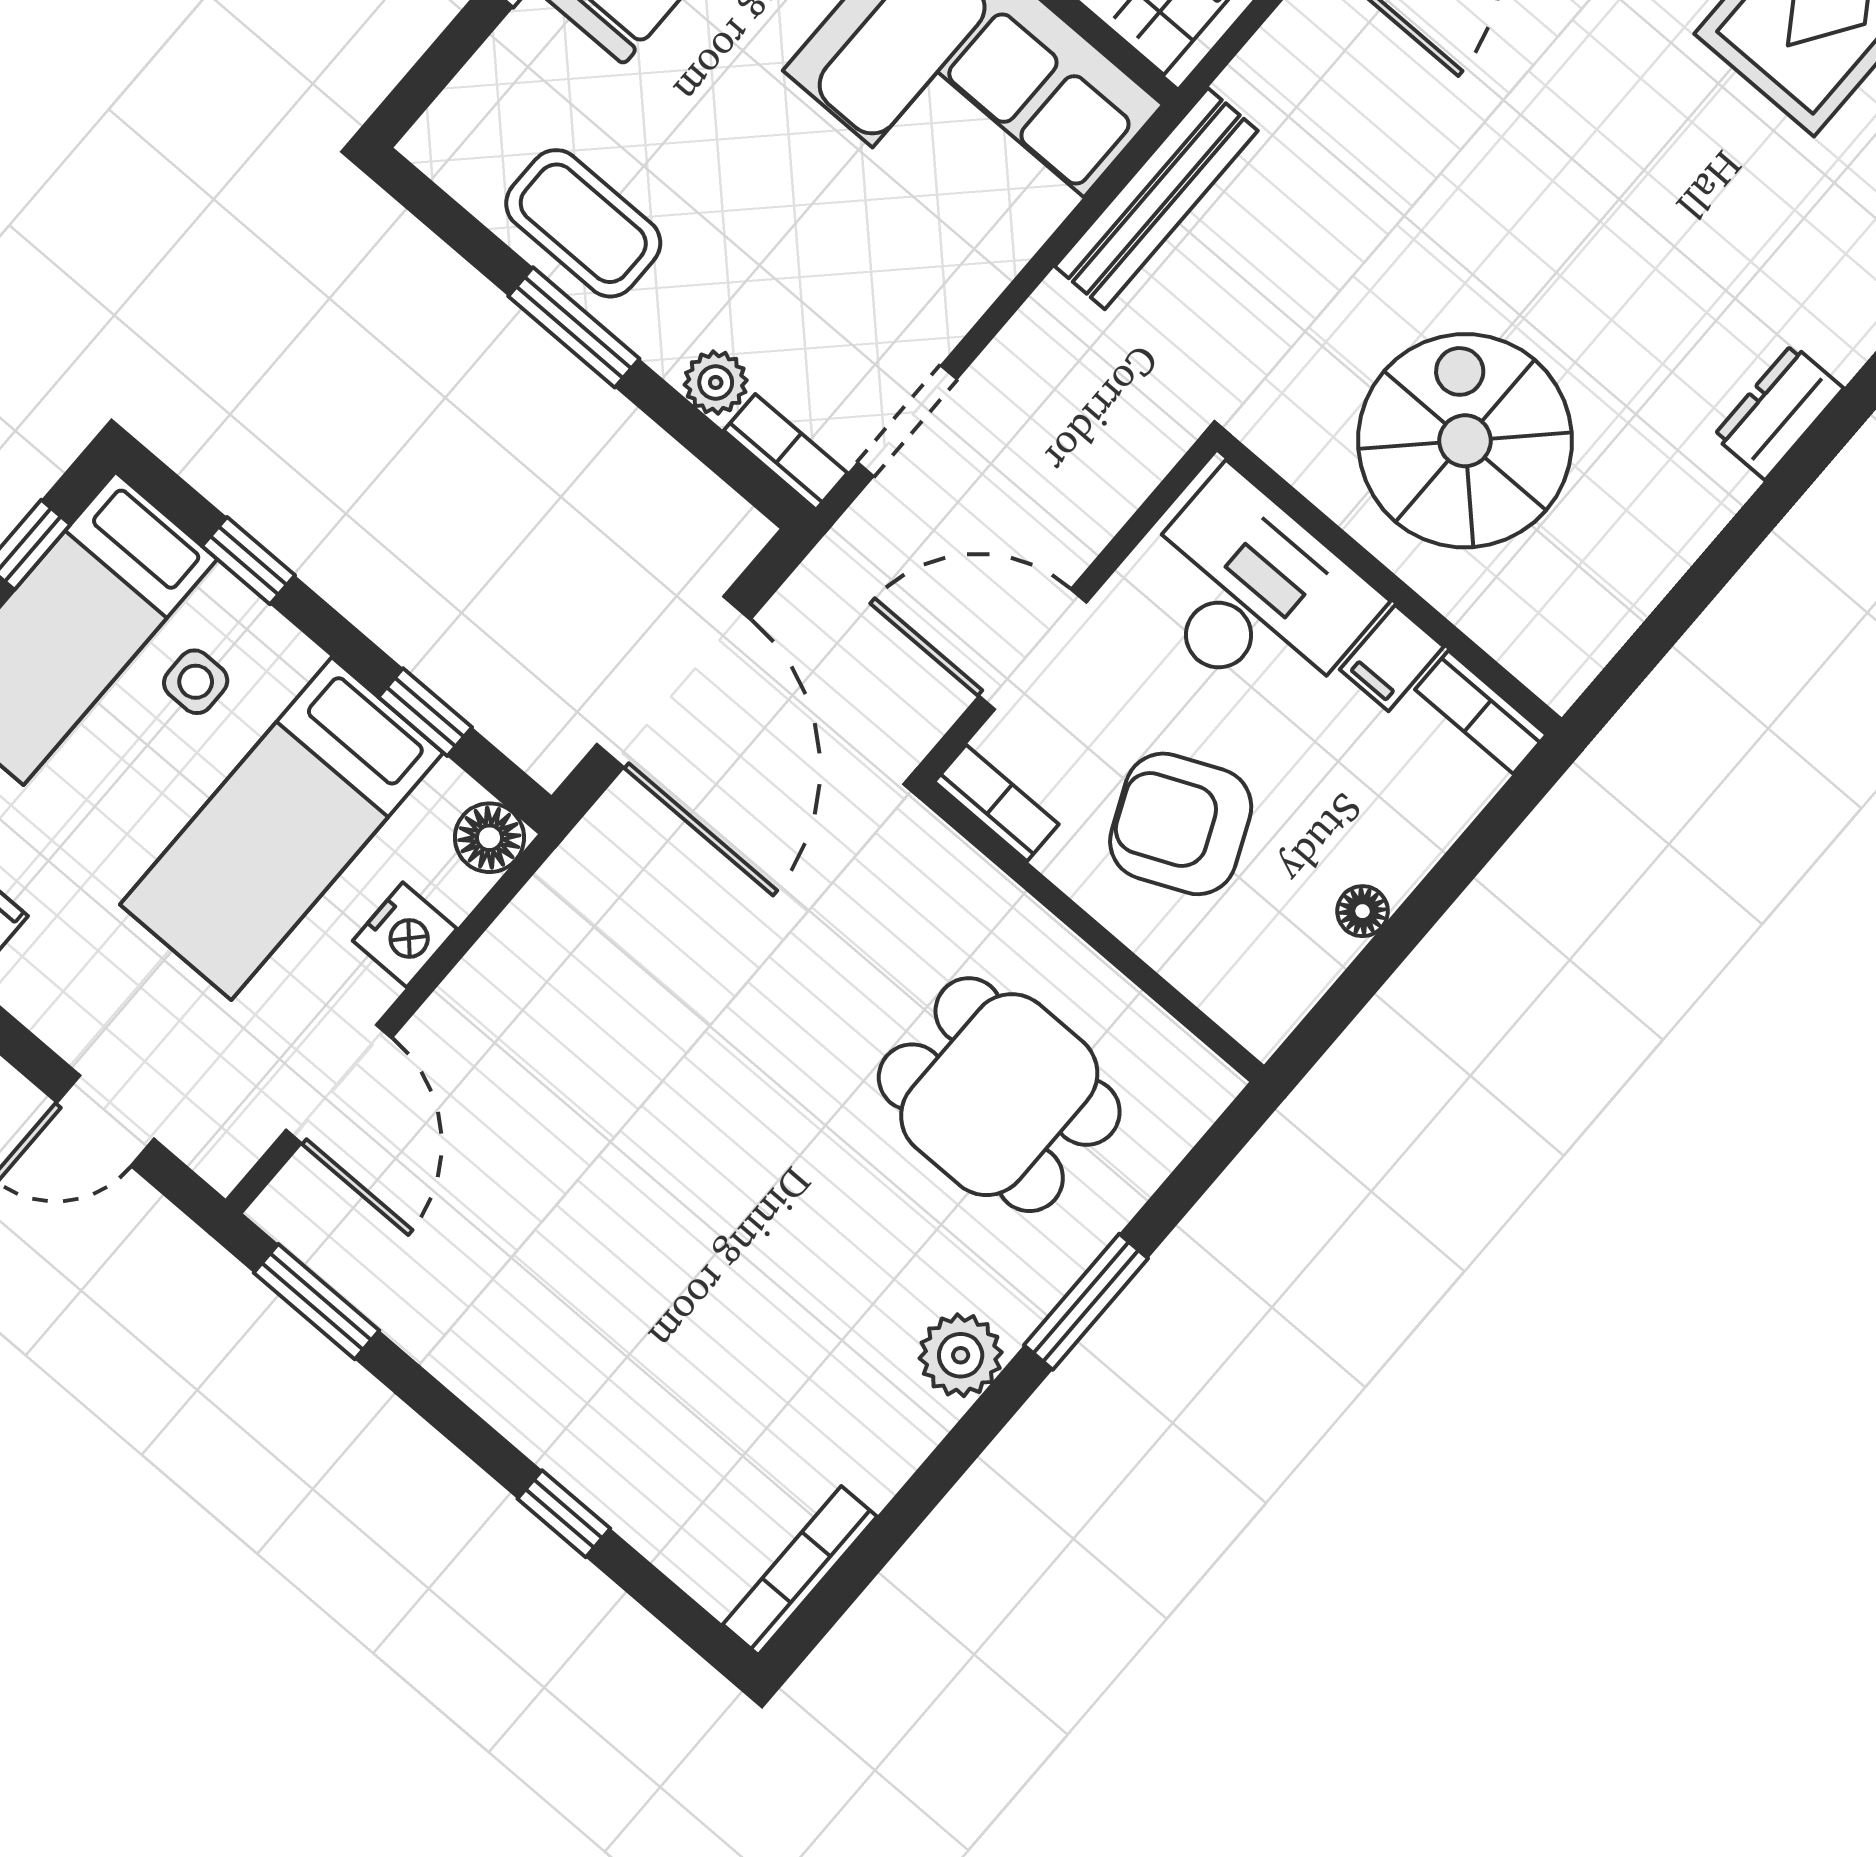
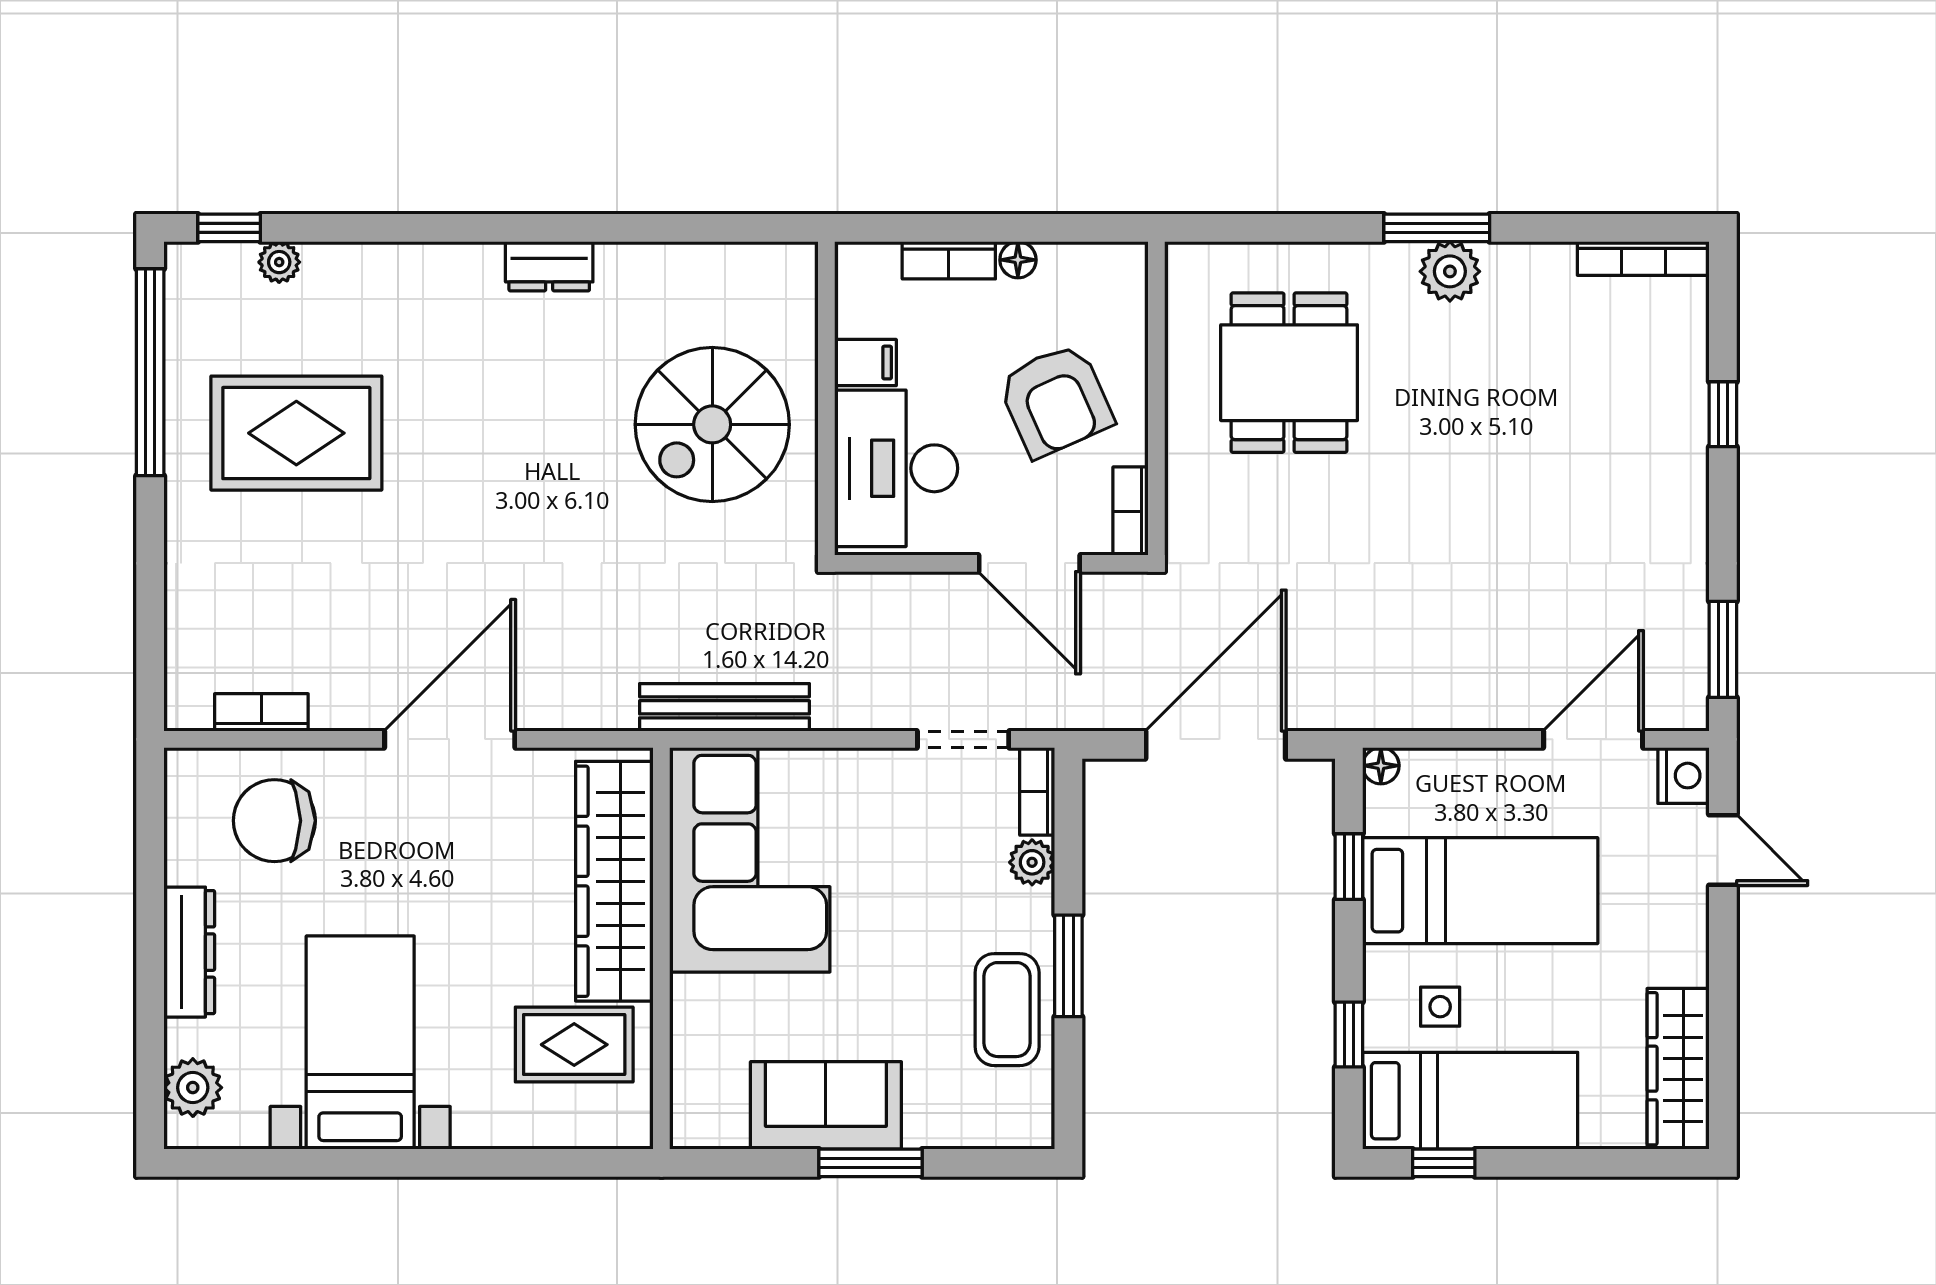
bookcase: (1481, 712) -> (949, 260), moved, turned 90
floor lamp: (489, 838) -> (1381, 766), width x0.73, depth x0.73
nightstand: (405, 935) -> (1683, 776), moved, turned 90
window: (1086, 1302) -> (1437, 228), moved

